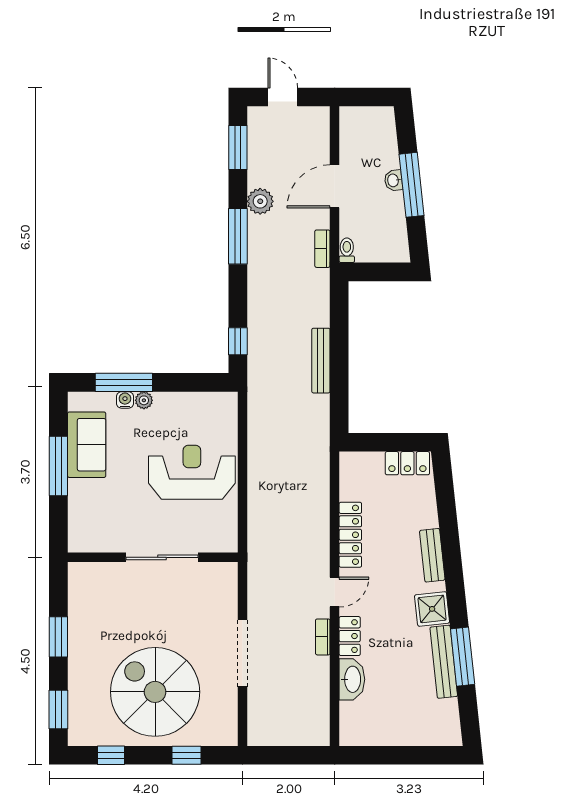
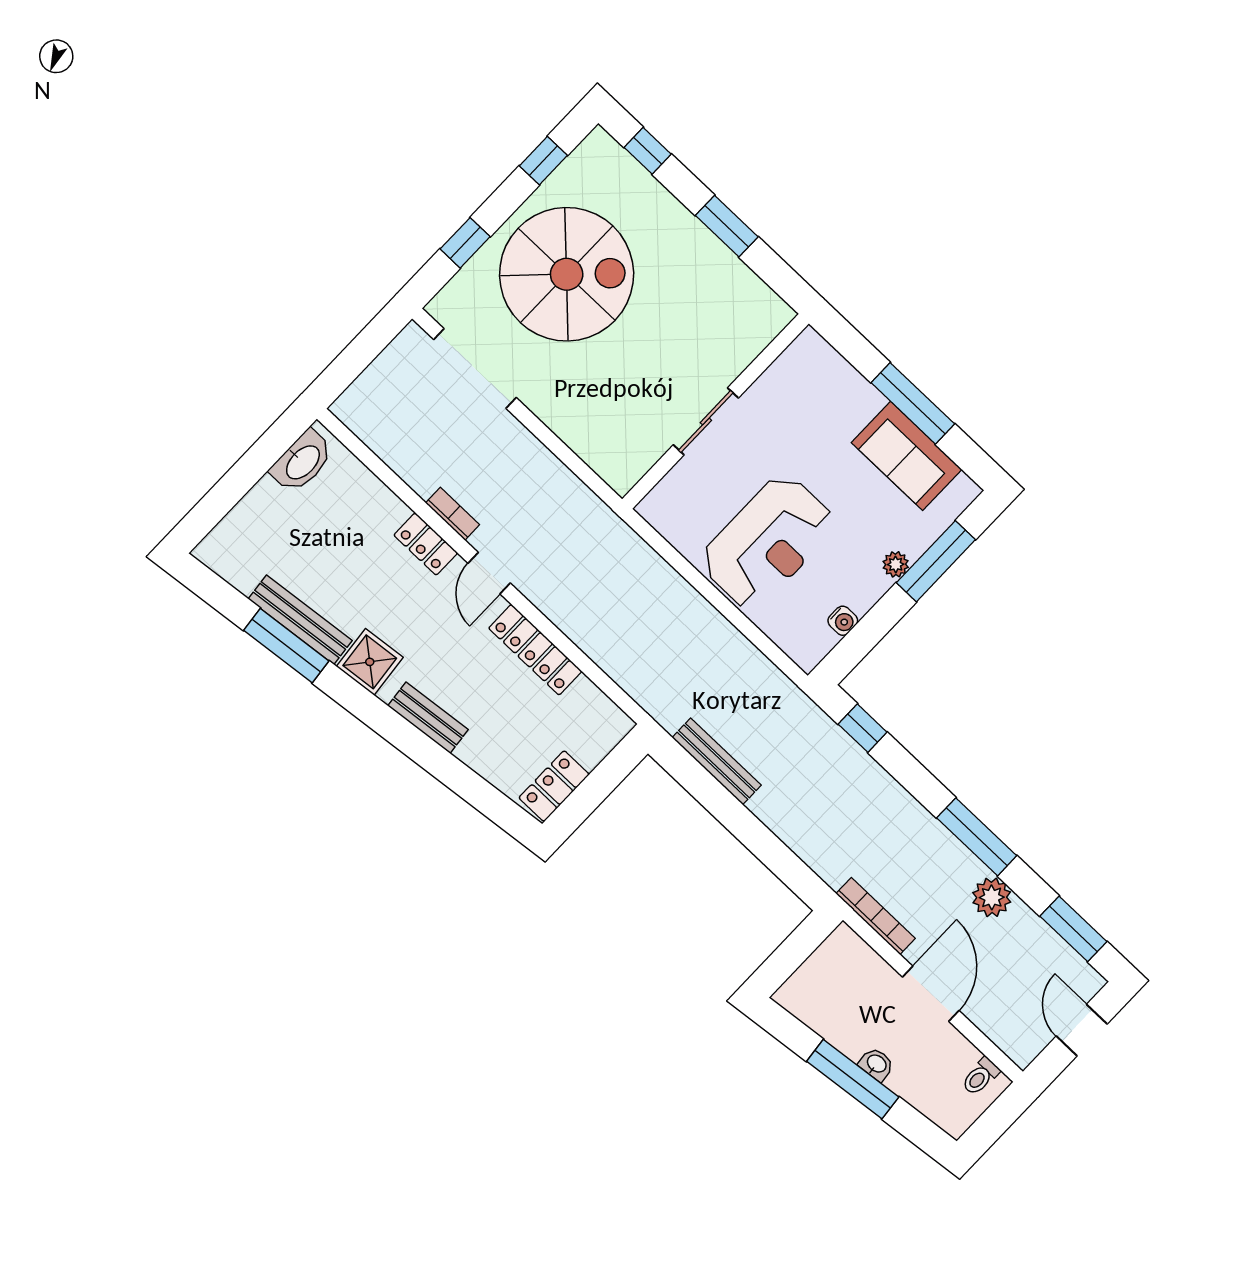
door: (283, 97) -> (1082, 1030), swing flipped
bookcase: (322, 249) -> (876, 916), width x1.56
toilet: (347, 250) -> (981, 1076), moved, turned 90
bench: (321, 361) -> (717, 761), moved
water cooler: (125, 400) -> (843, 621), moved
sliding door: (162, 557) -> (706, 421), width x0.73
doorway: (243, 653) -> (475, 369), moved
washbasin: (352, 679) -> (302, 462), moved, turned -90
window: (58, 710) -> (648, 151), width x0.67

